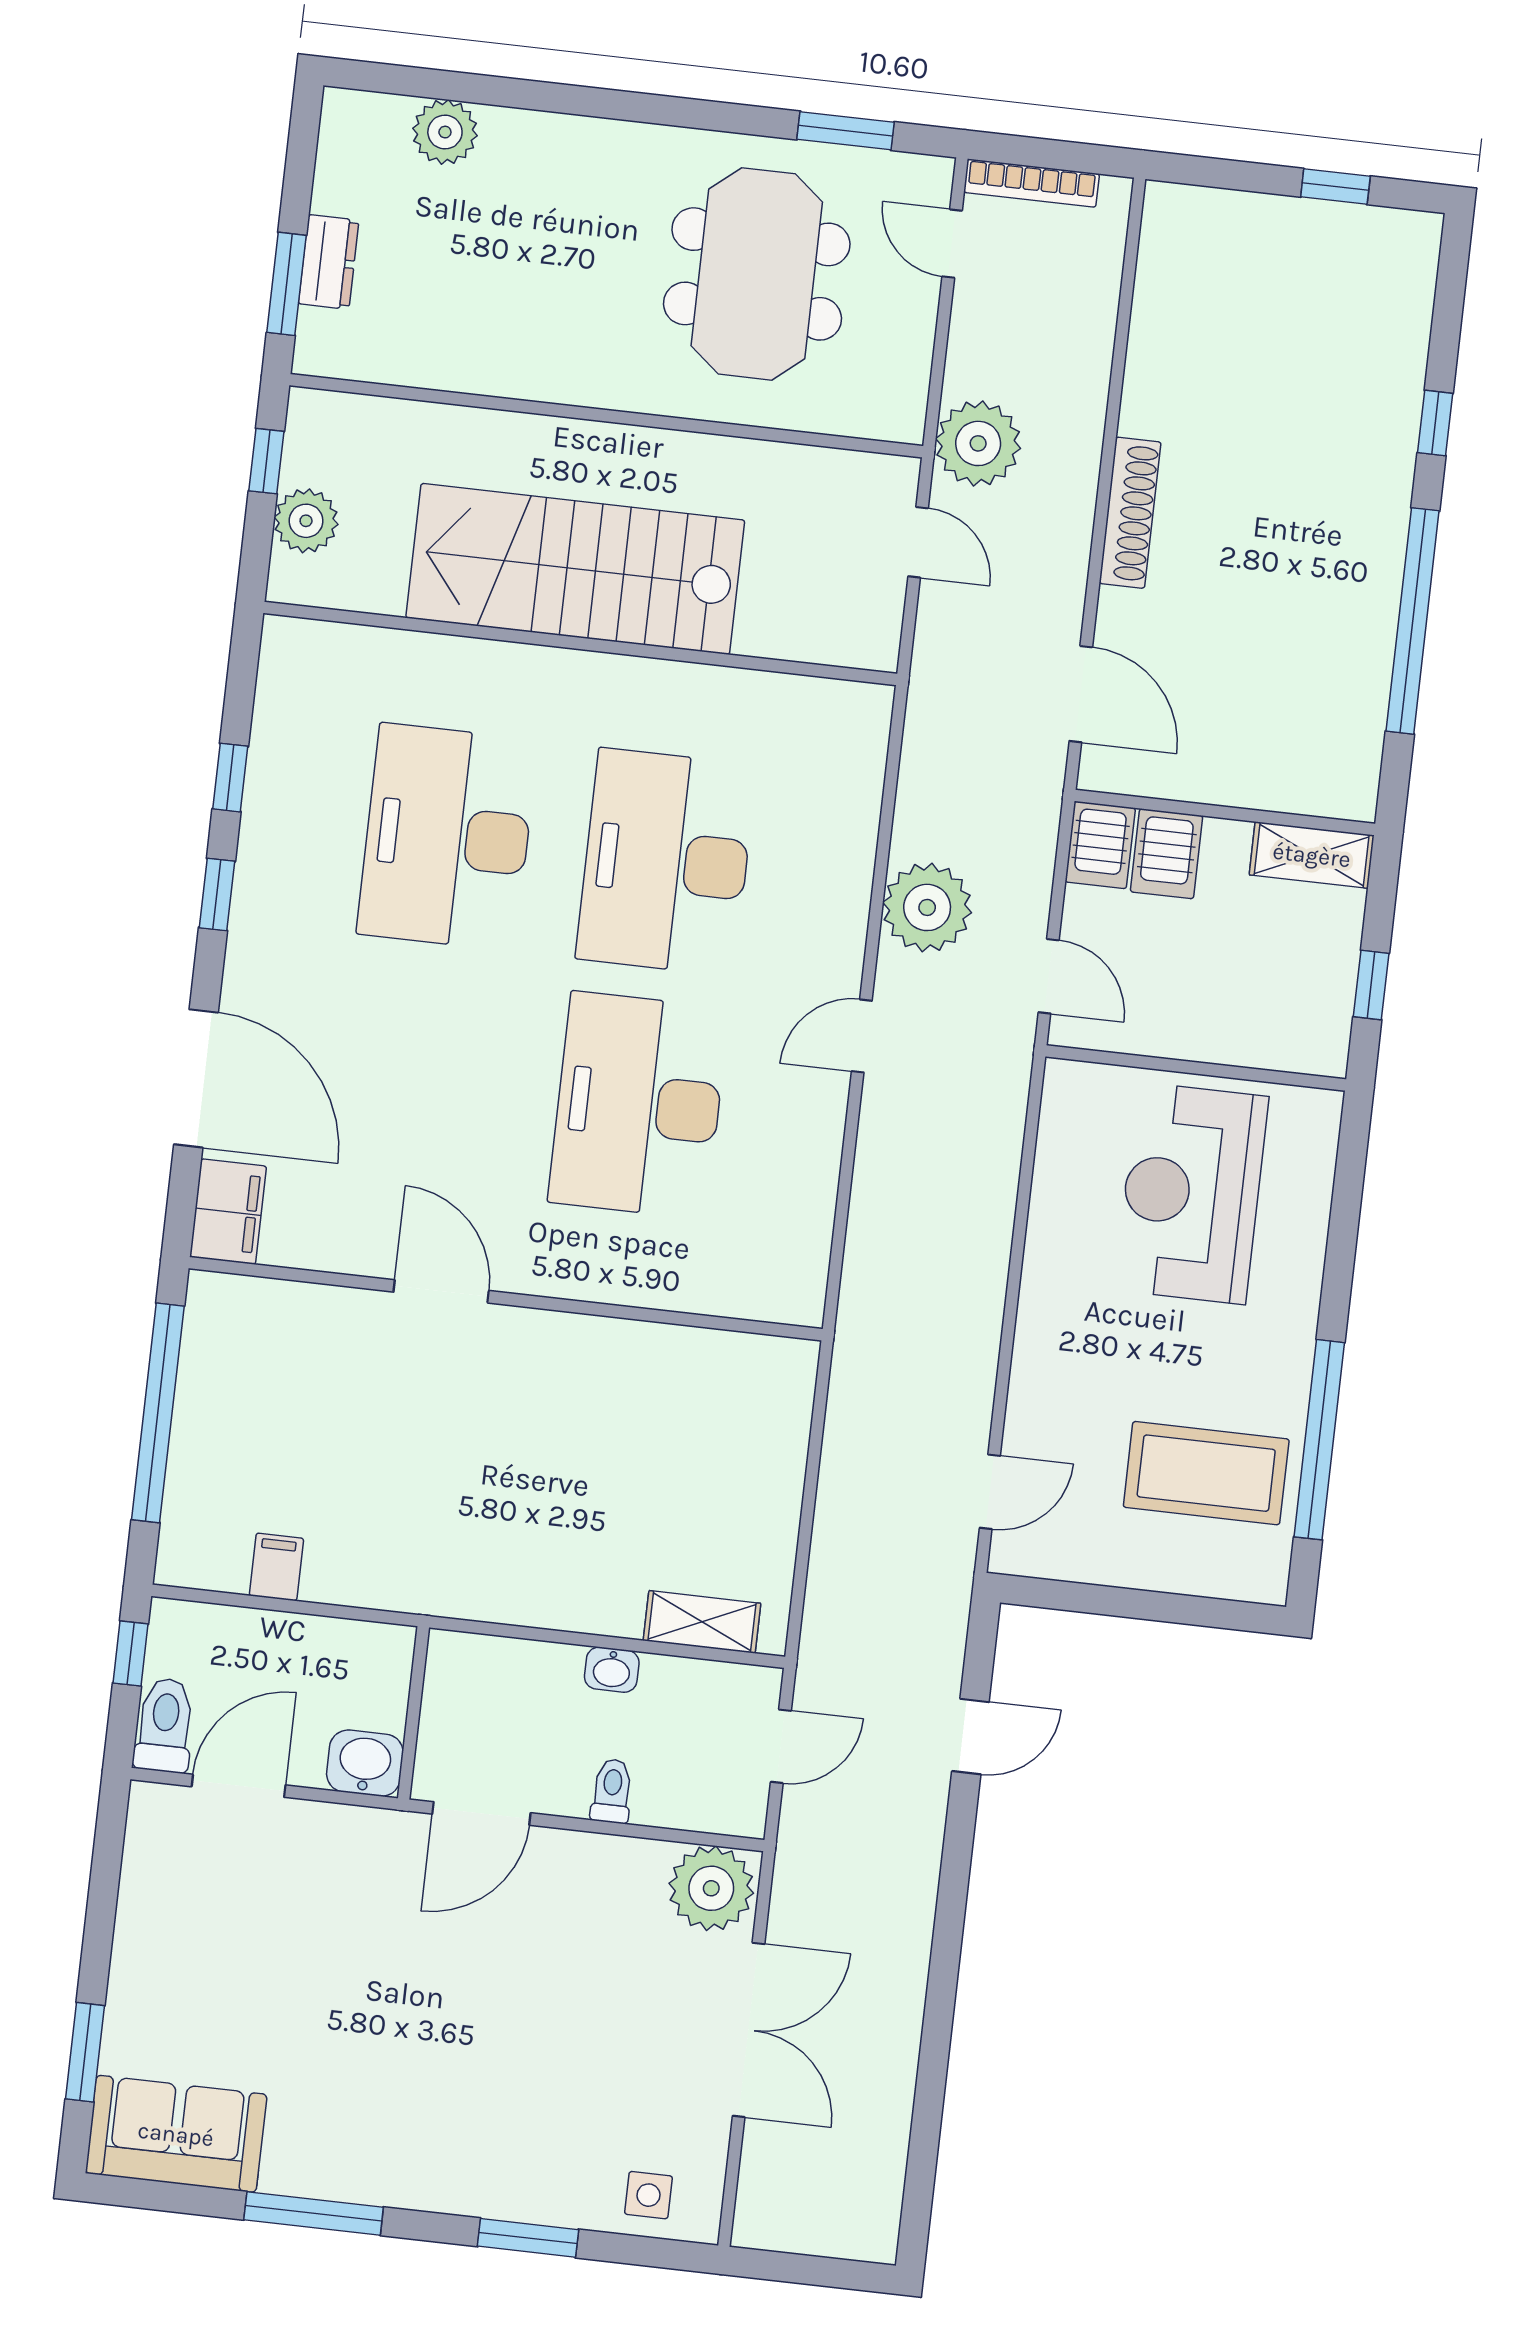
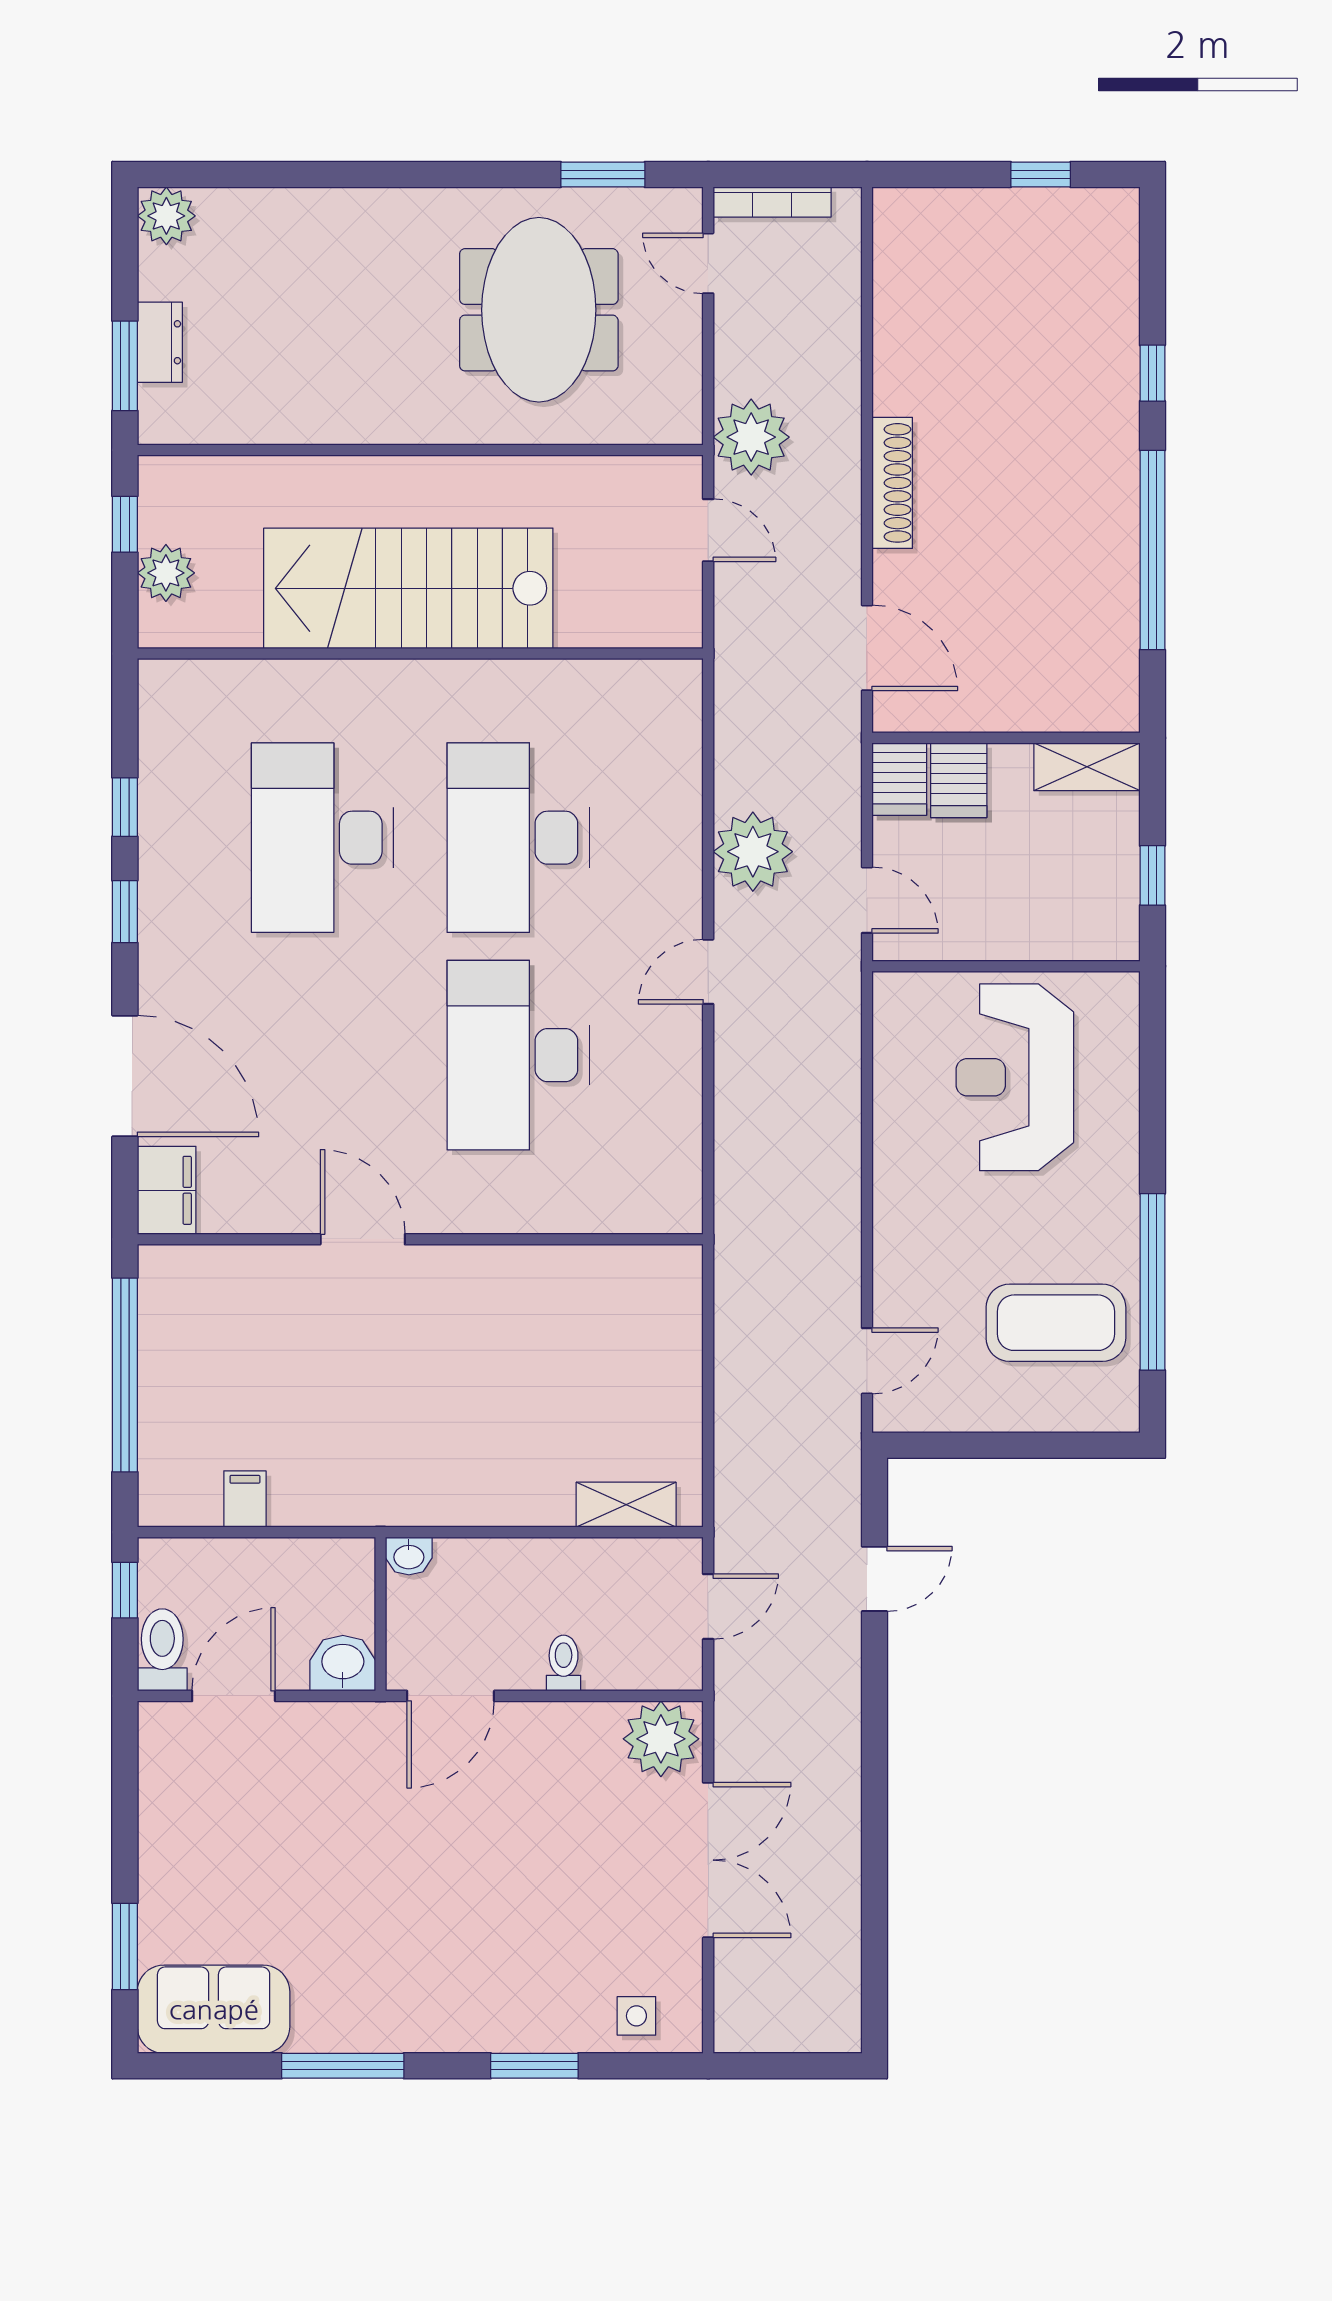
plant: (445, 132) -> (166, 216), moved
washbasin: (612, 1670) -> (409, 1556), moved

